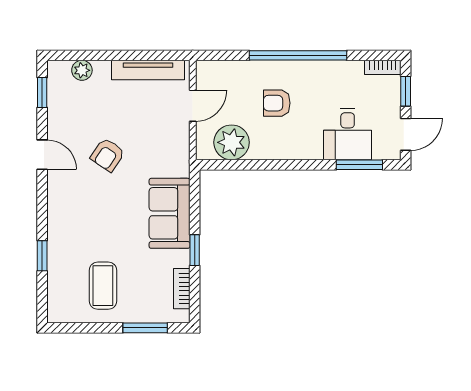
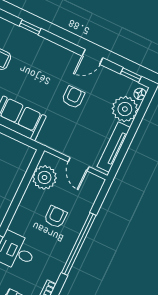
floor lamp: (61, 69) -> (140, 94), added
plant: (82, 70) -> (125, 109), width x1.87, depth x1.87
armchair: (108, 155) -> (73, 97), turned 56

